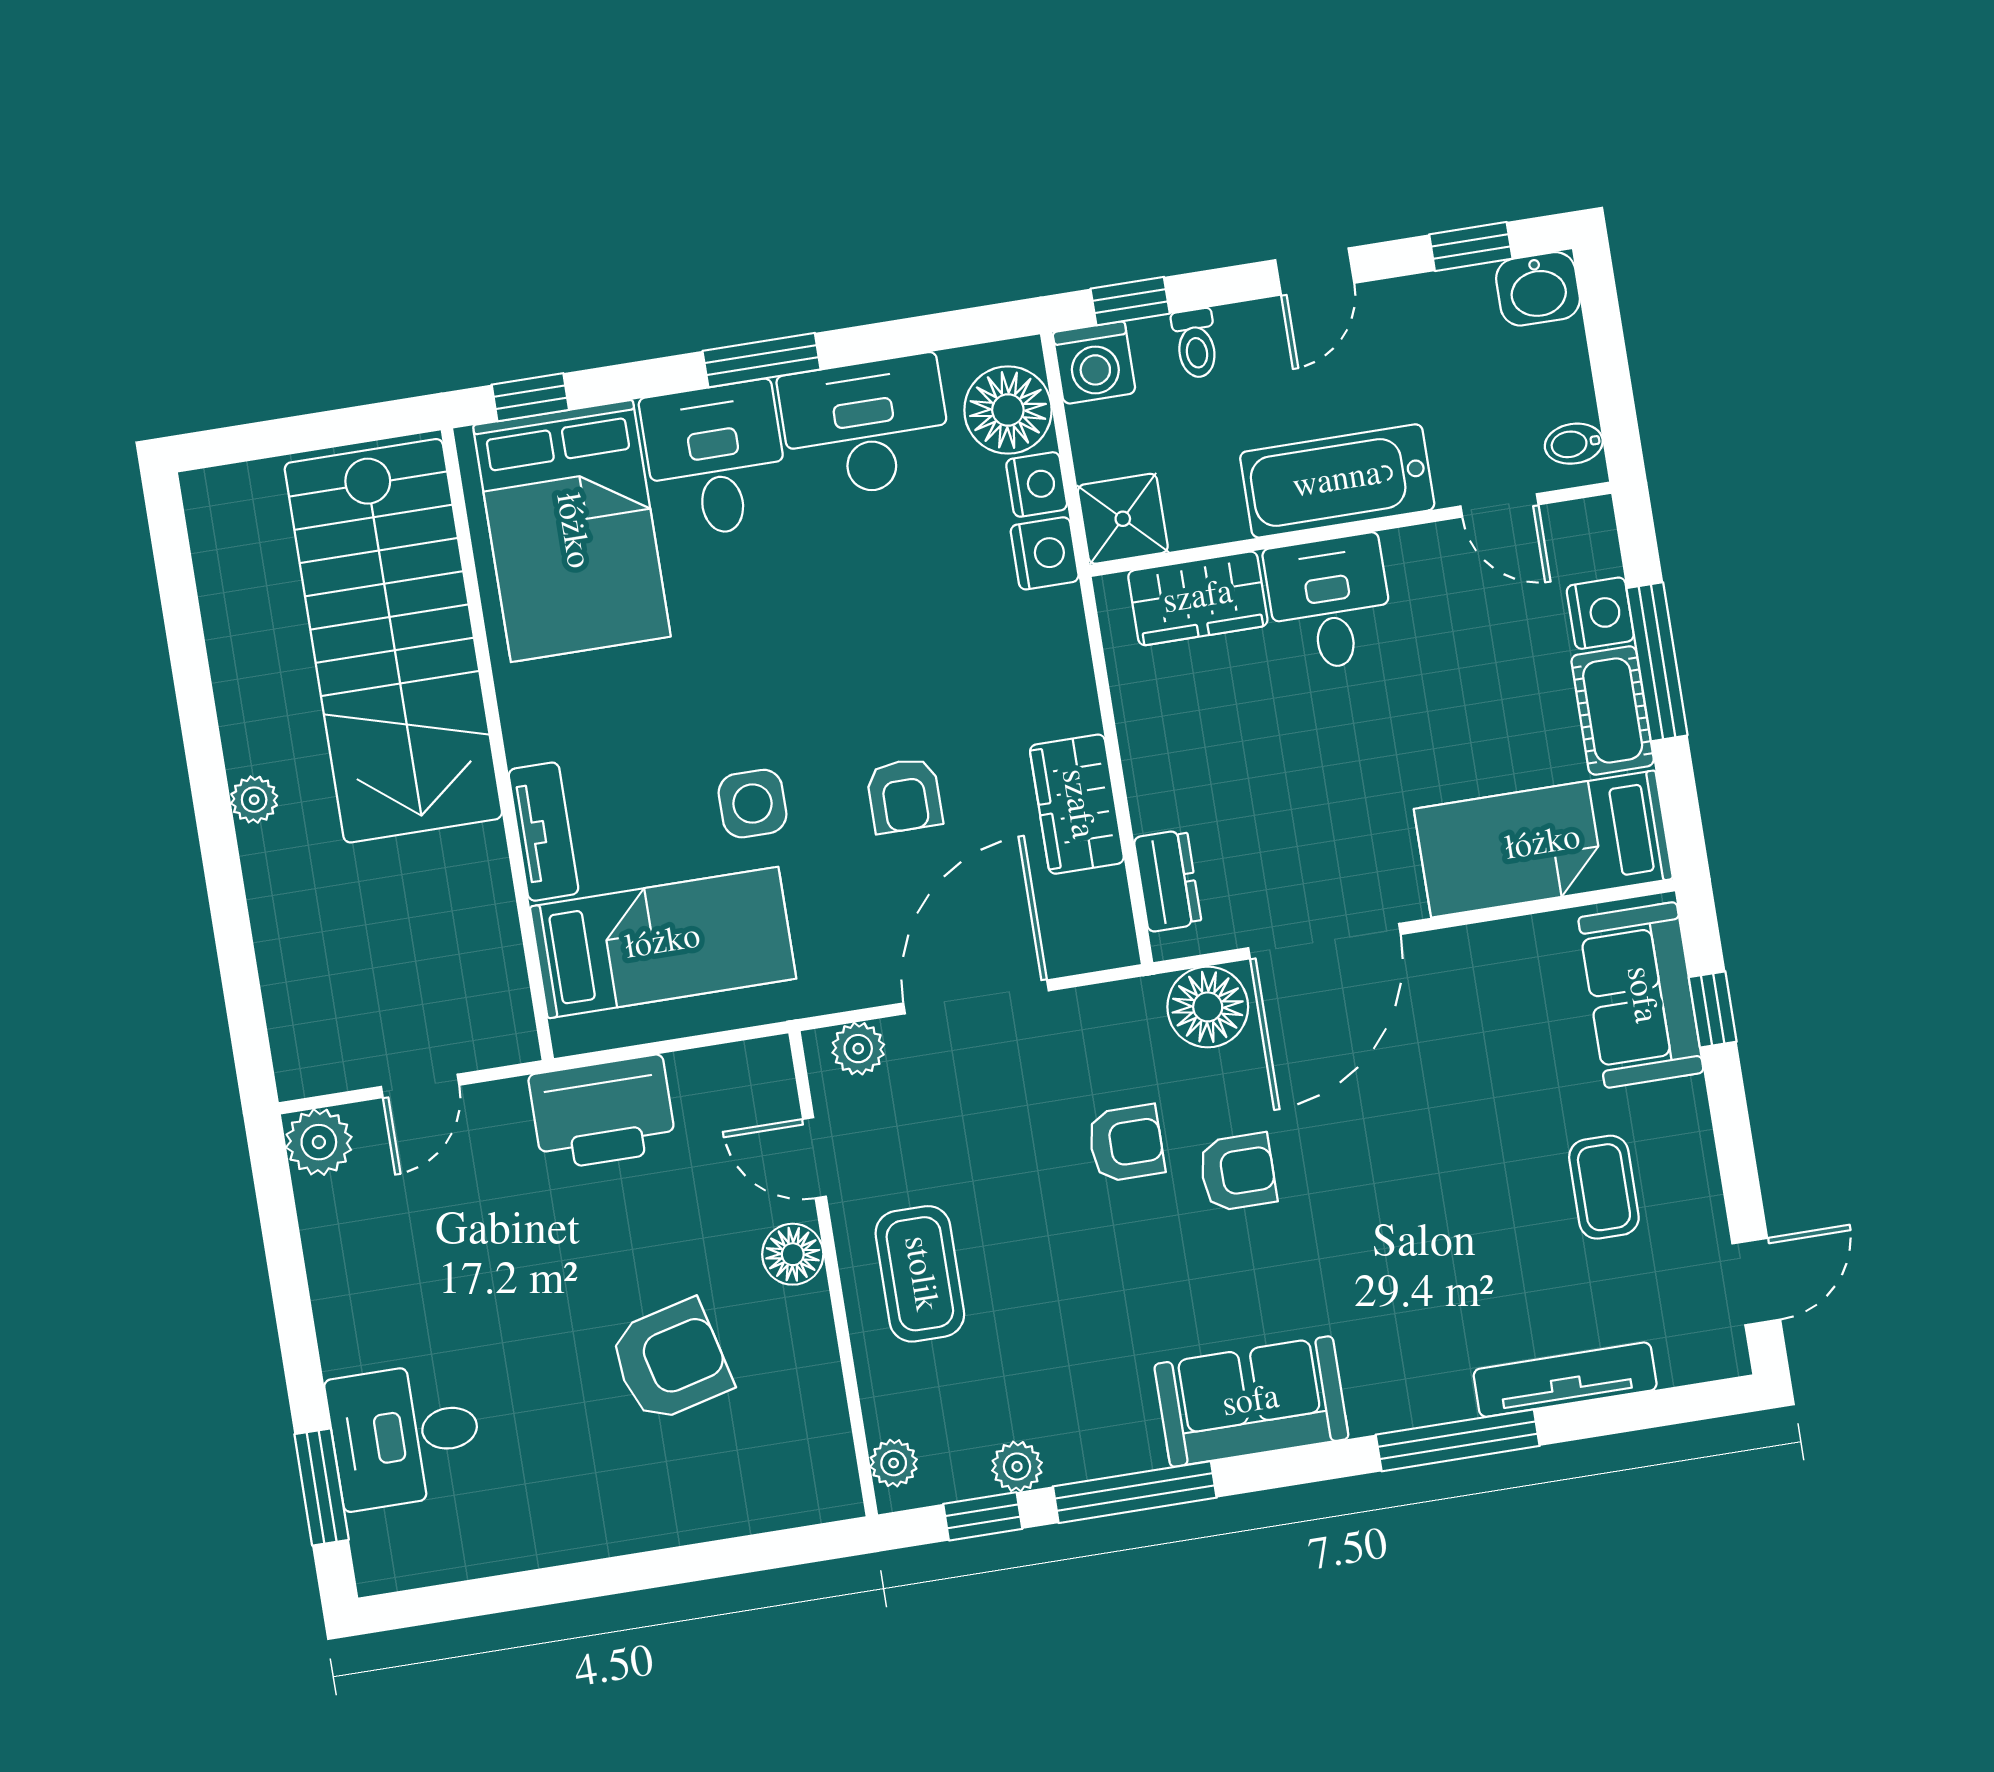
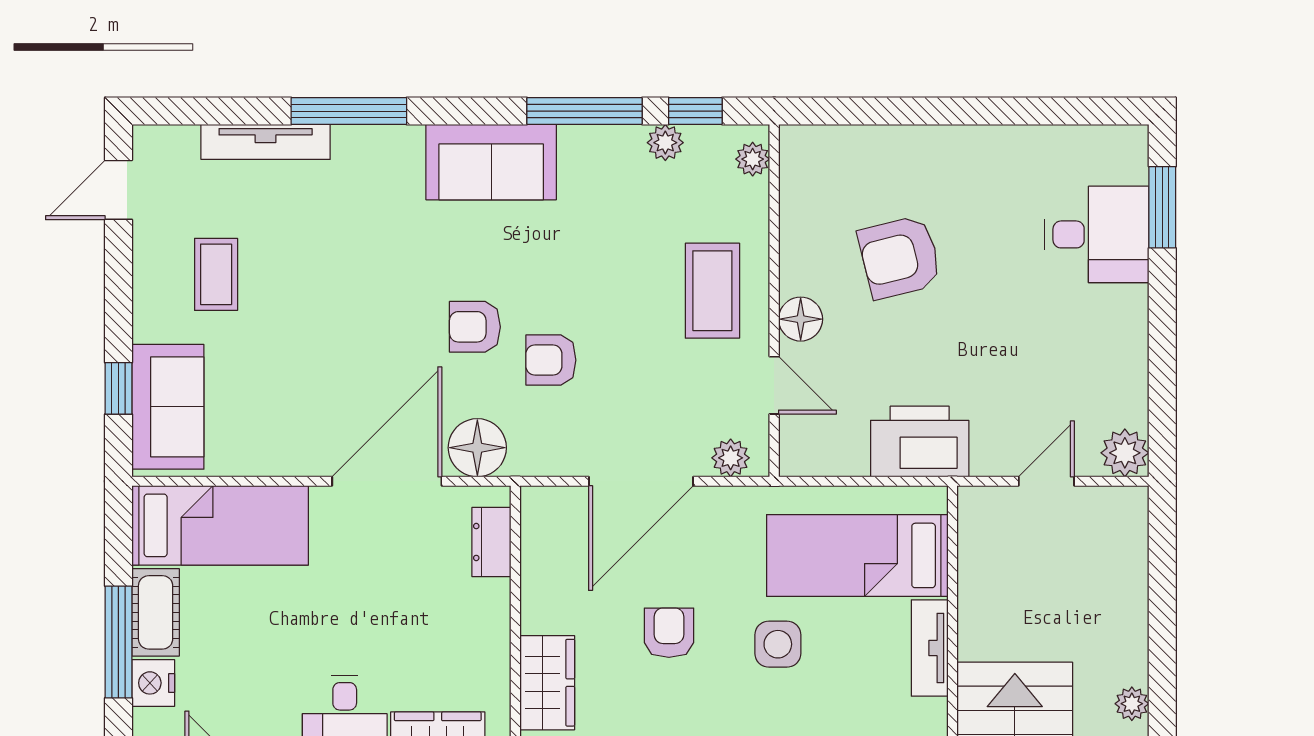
wardrobe: (1077, 804) -> (547, 683), moved

